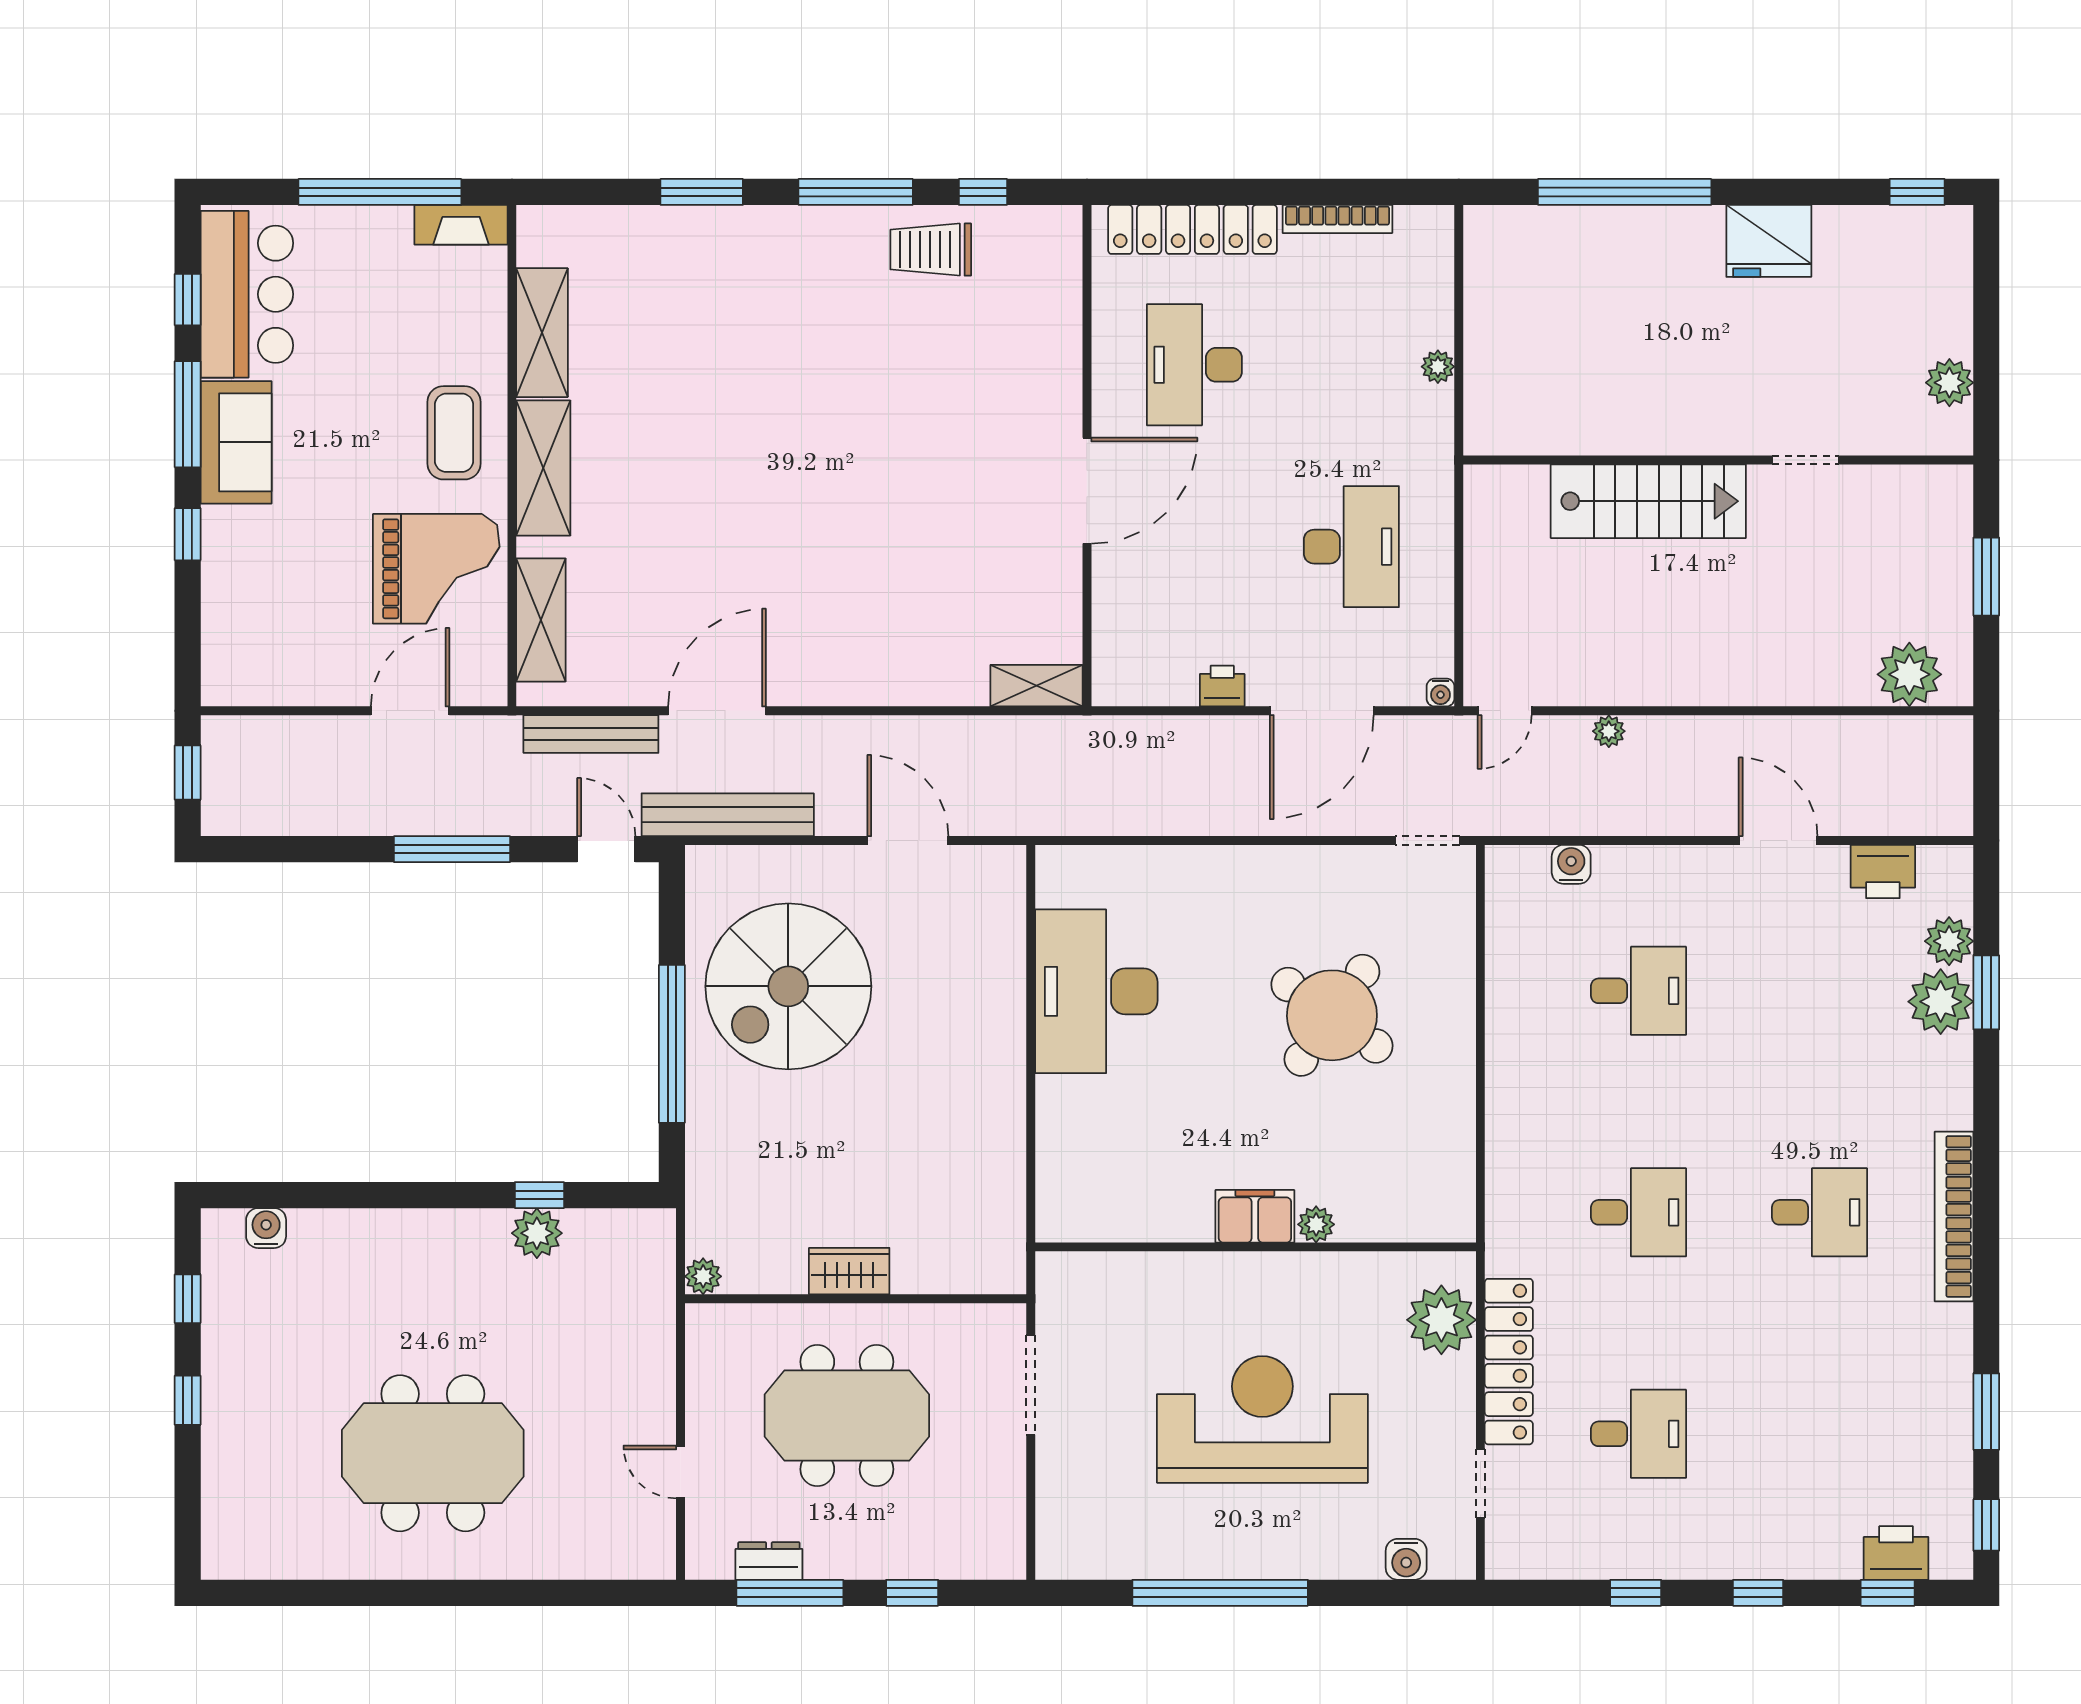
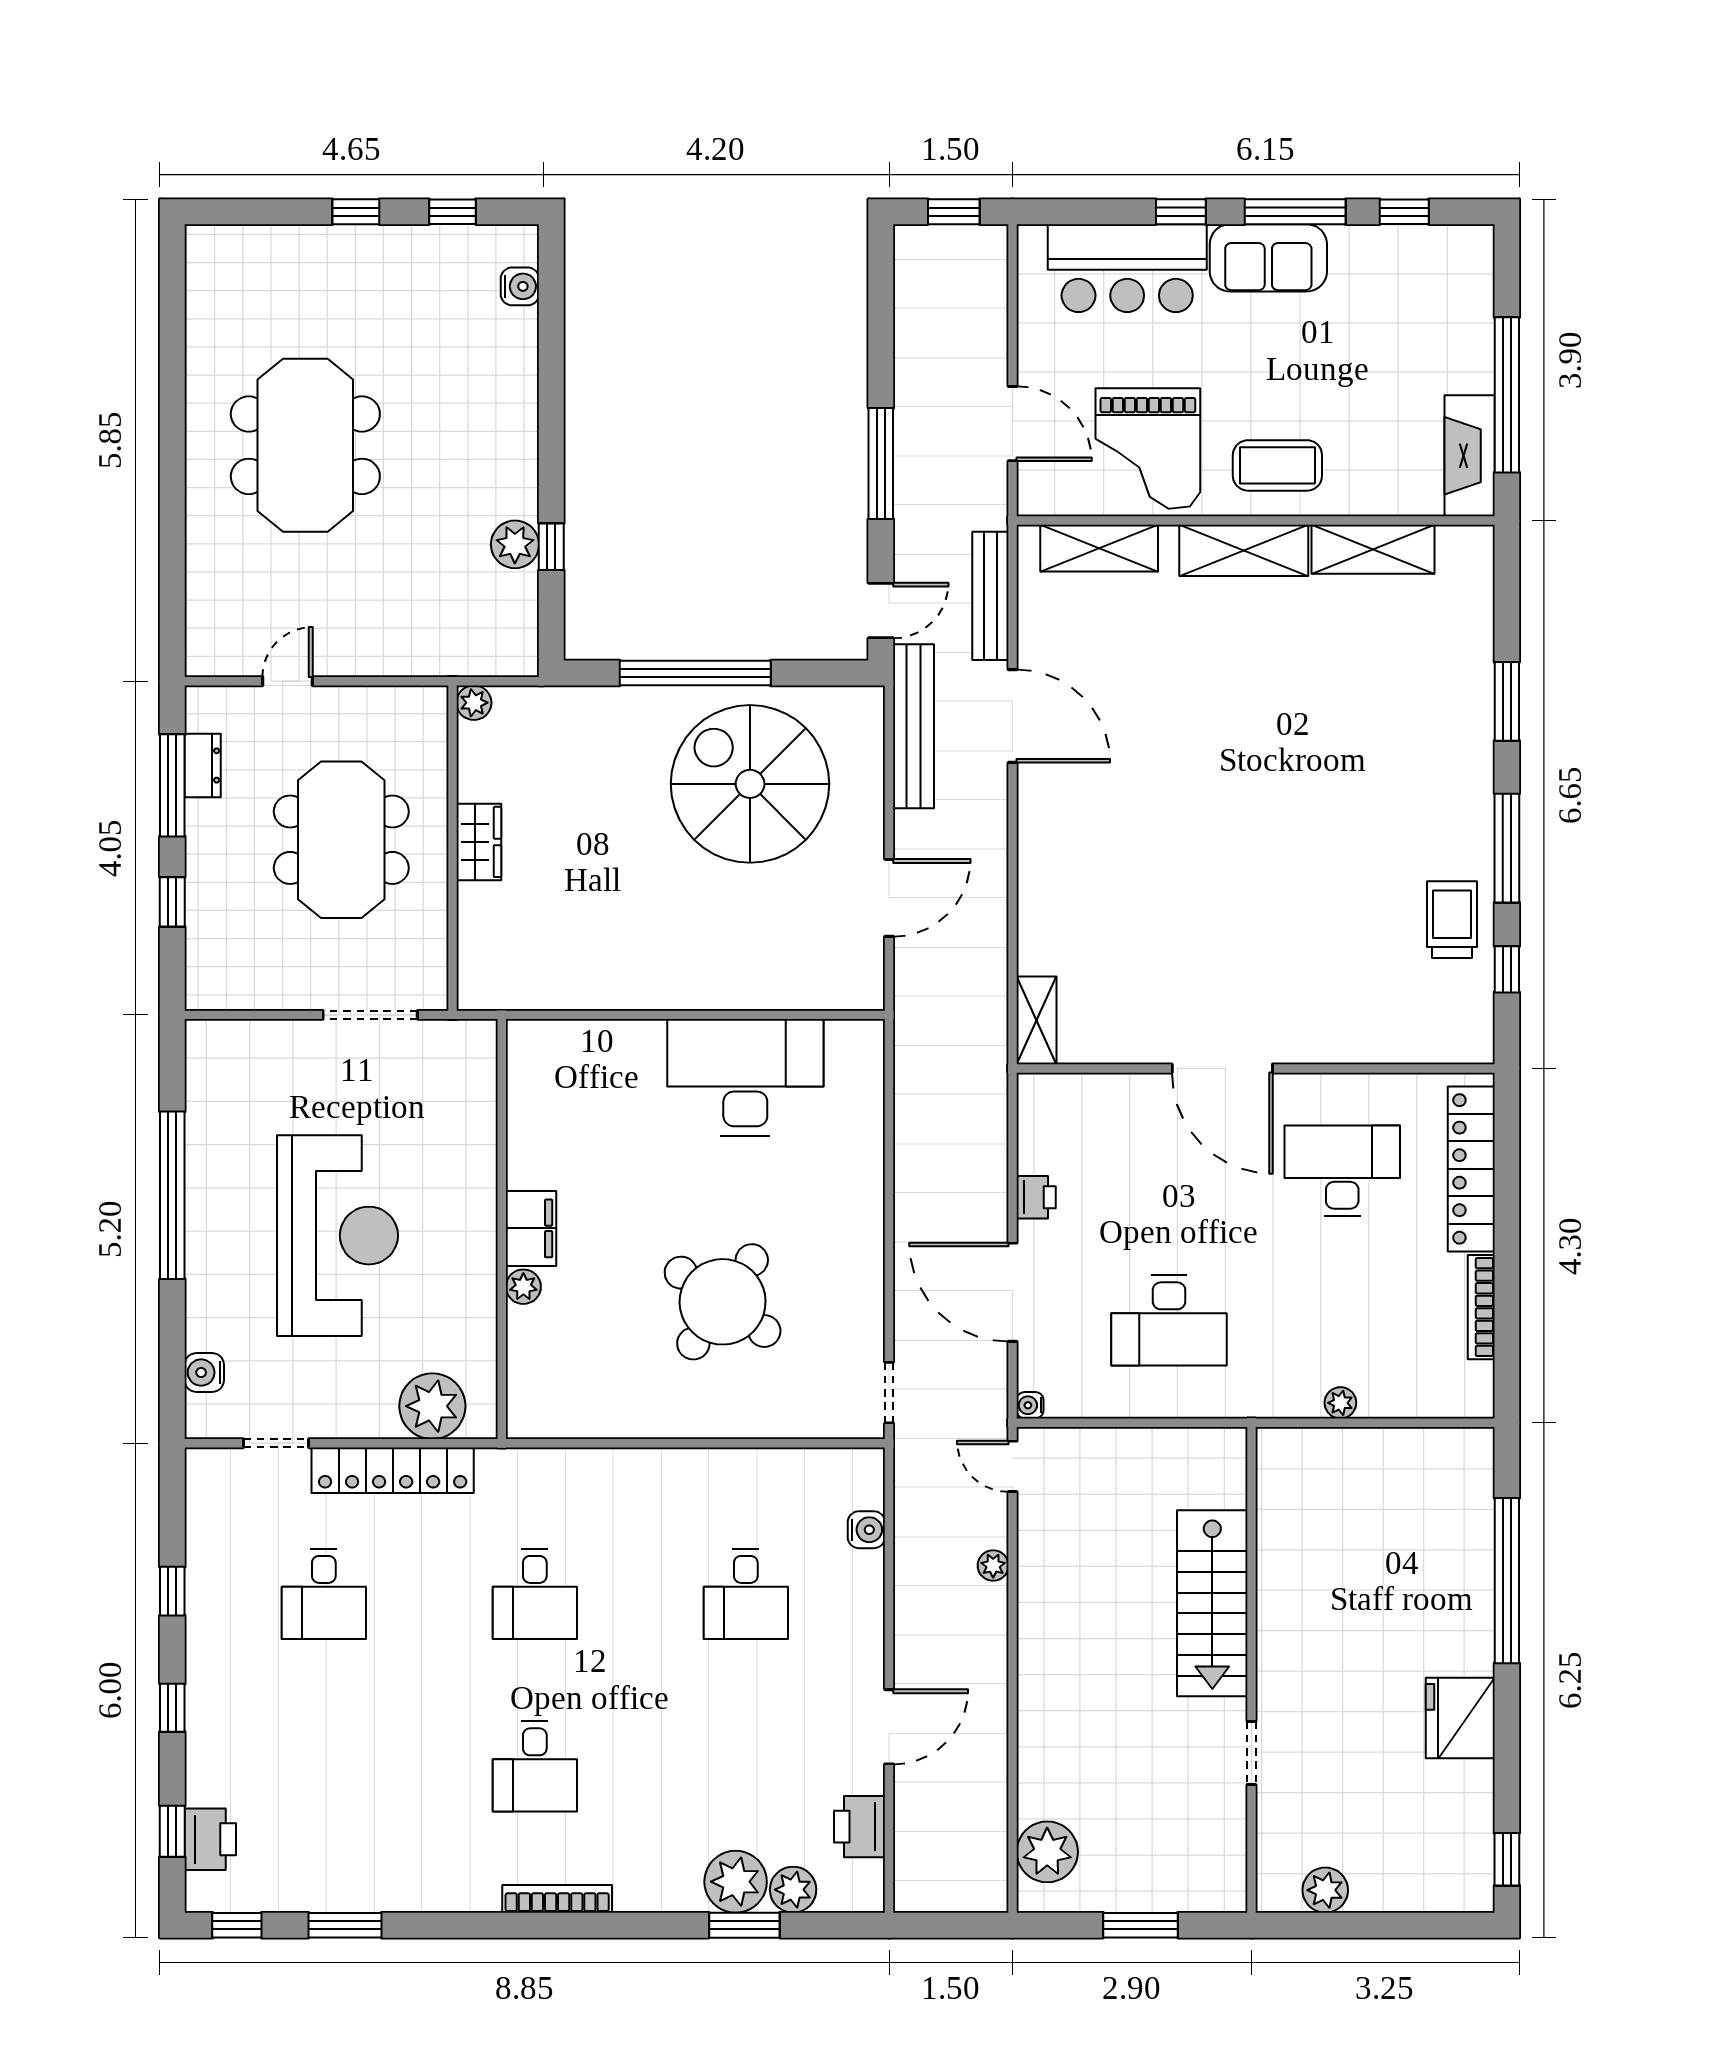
fireplace: (461, 225) -> (1470, 456), width x1.37, depth x1.32
bar counter: (247, 294) -> (1127, 268), moved
bookcase: (1954, 1216) -> (557, 1899), width x0.68, depth x0.76

